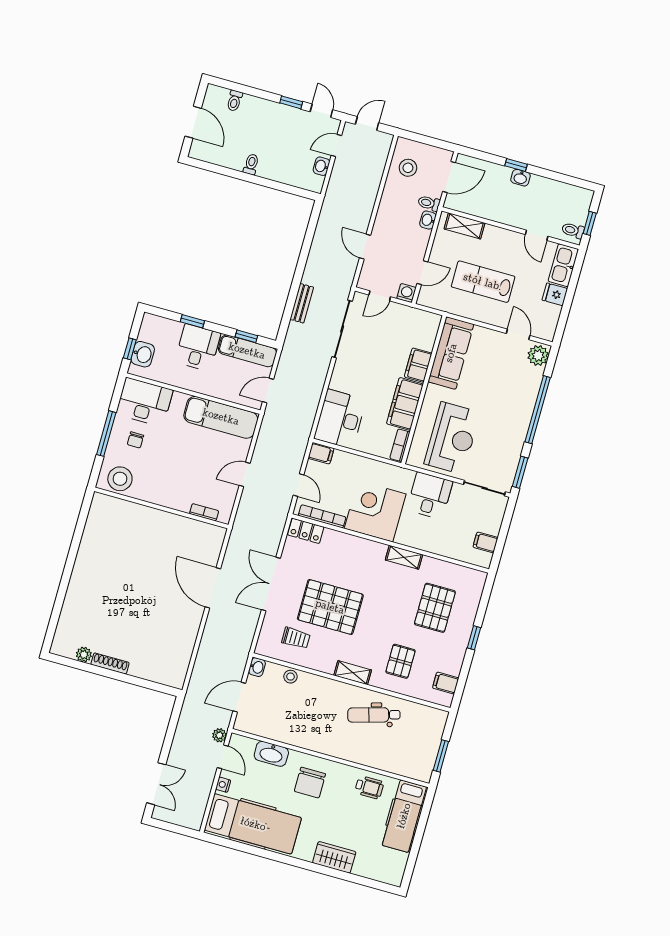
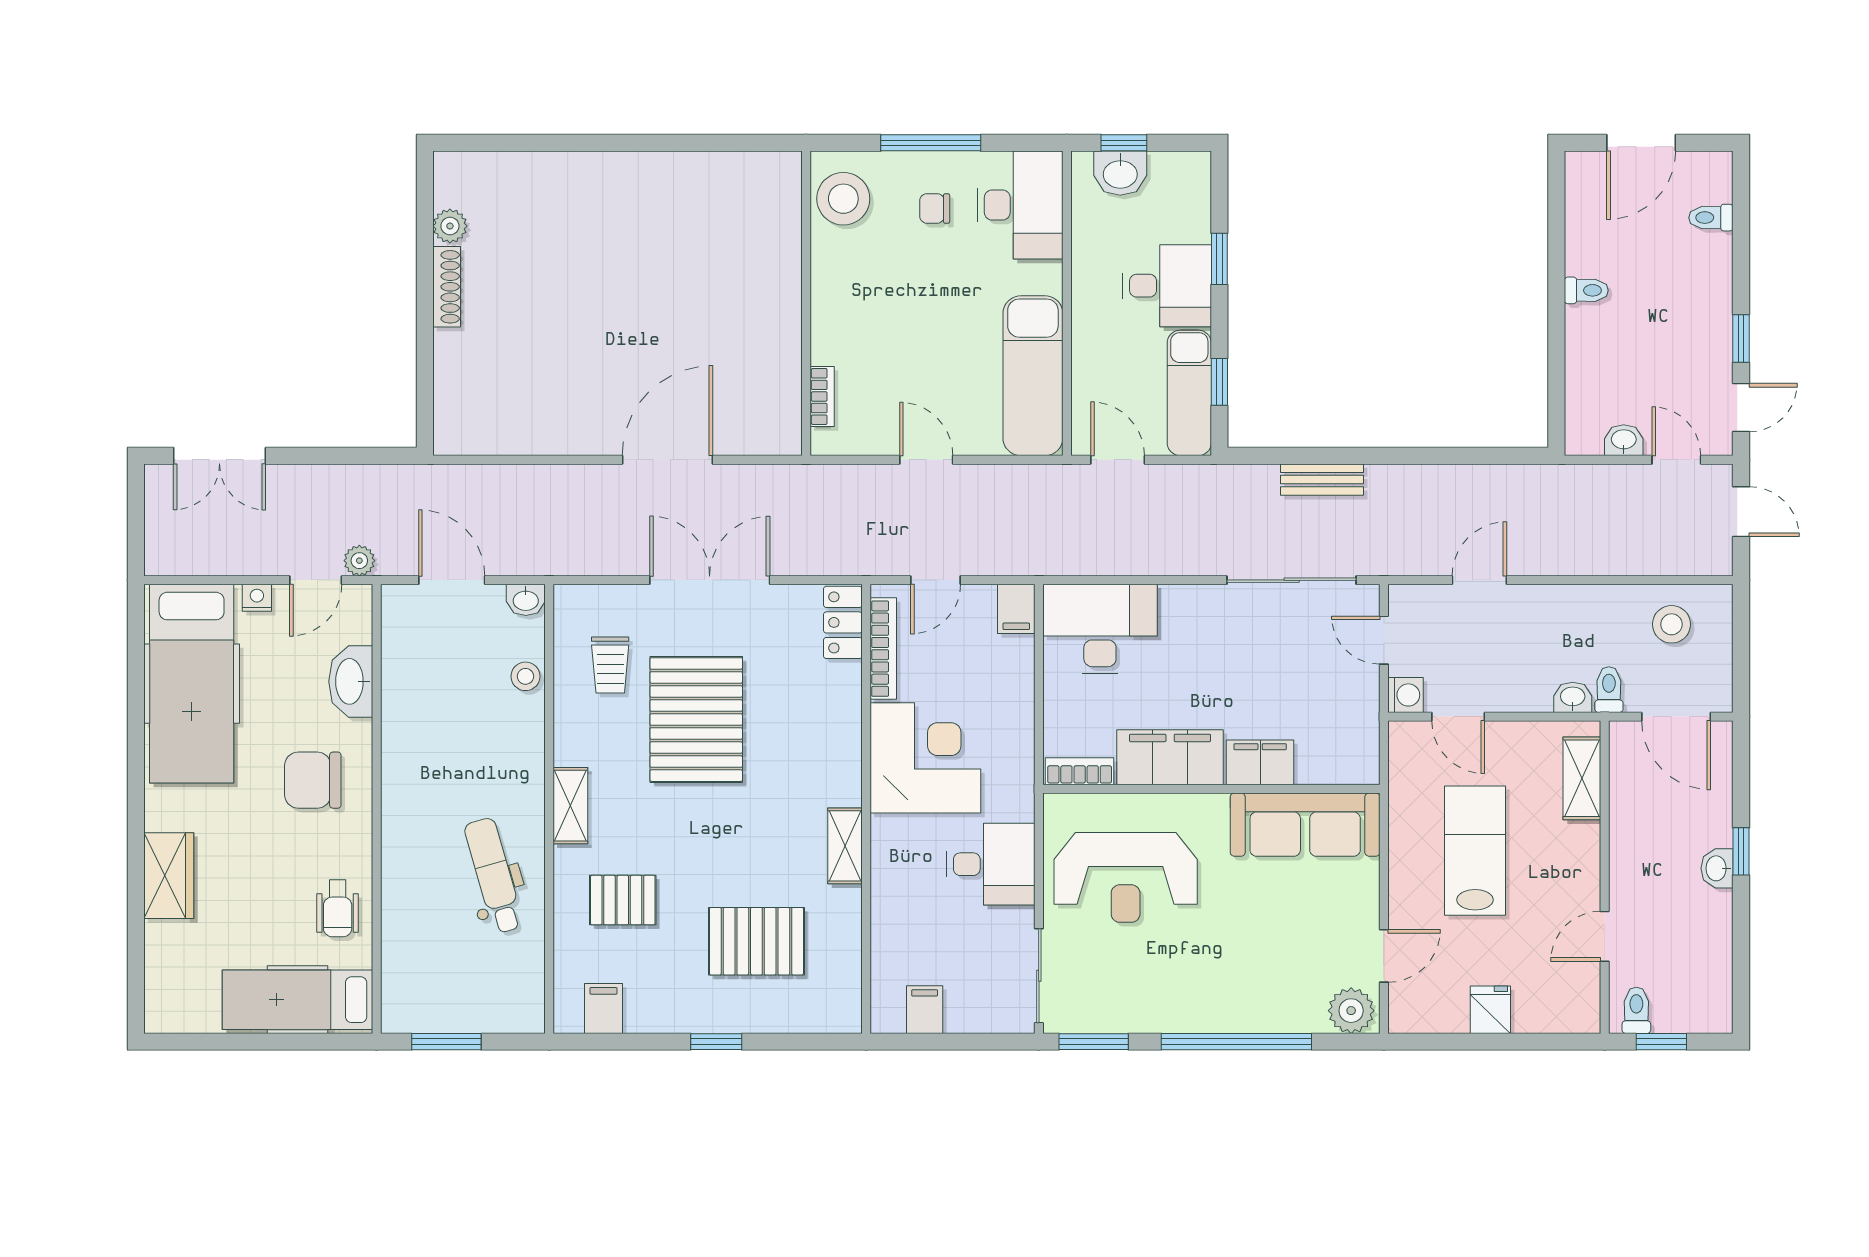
kitchen sink: (563, 265) -> (1557, 1011), removed

